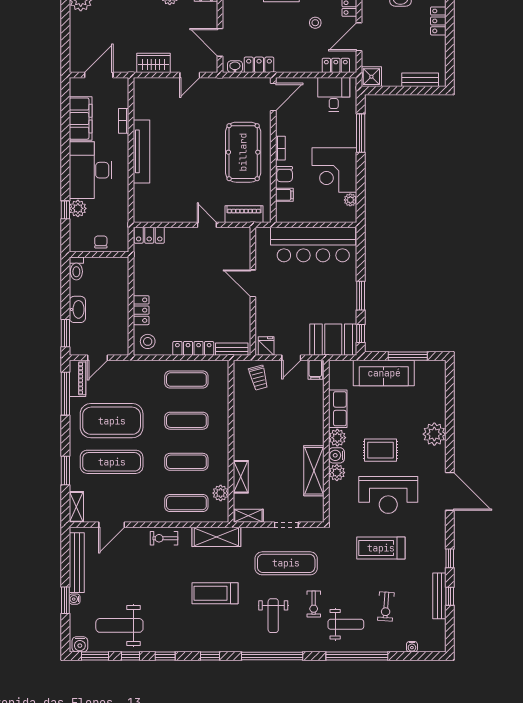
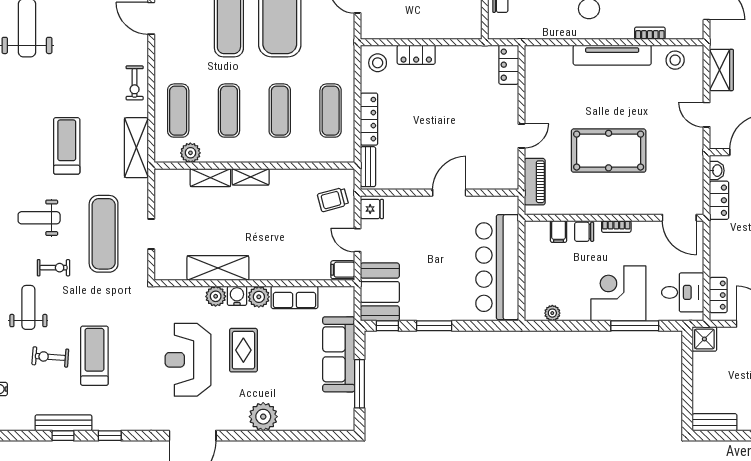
bench: (420, 80) -> (715, 422), moved, turned 90
stool: (145, 100) -> (675, 60), added
pool table: (243, 152) -> (609, 151), moved
corner desk: (334, 170) -> (618, 293), moved
shelving: (248, 516) -> (251, 177), moved, turned 90
exercise bike: (164, 538) -> (135, 83), turned 180
treadmill: (381, 548) -> (94, 356), moved
exercise bike: (314, 604) -> (53, 268), turned 180
weight bench: (346, 624) -> (28, 307), turned 180

